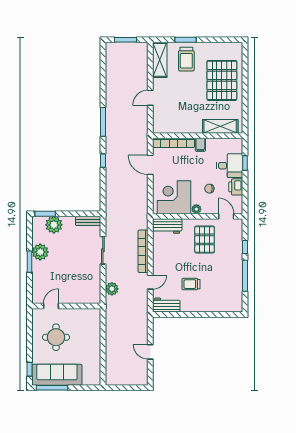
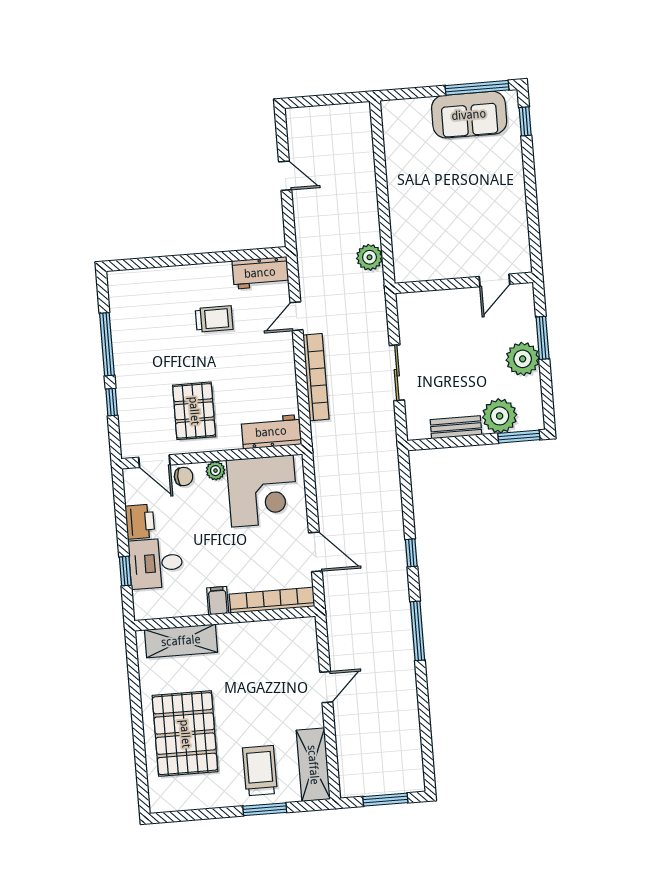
chair: (209, 189) -> (184, 476), moved
bench: (88, 221) -> (456, 427), moved
plant: (112, 289) -> (370, 257), moved
door: (51, 306) -> (494, 280), moved
wall: (66, 306) -> (464, 283), moved
round table: (56, 337) -> (477, 190), removed
sofa: (57, 375) -> (469, 115), width x0.73

